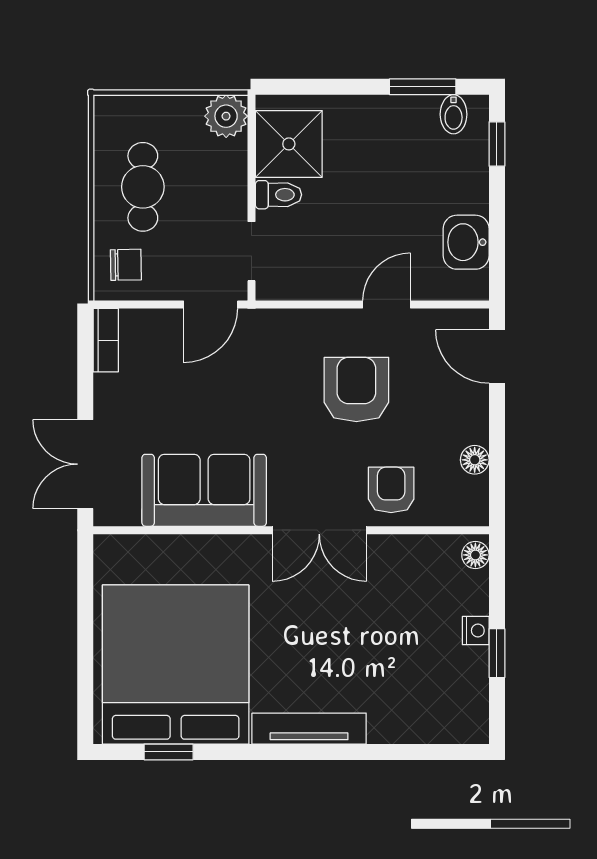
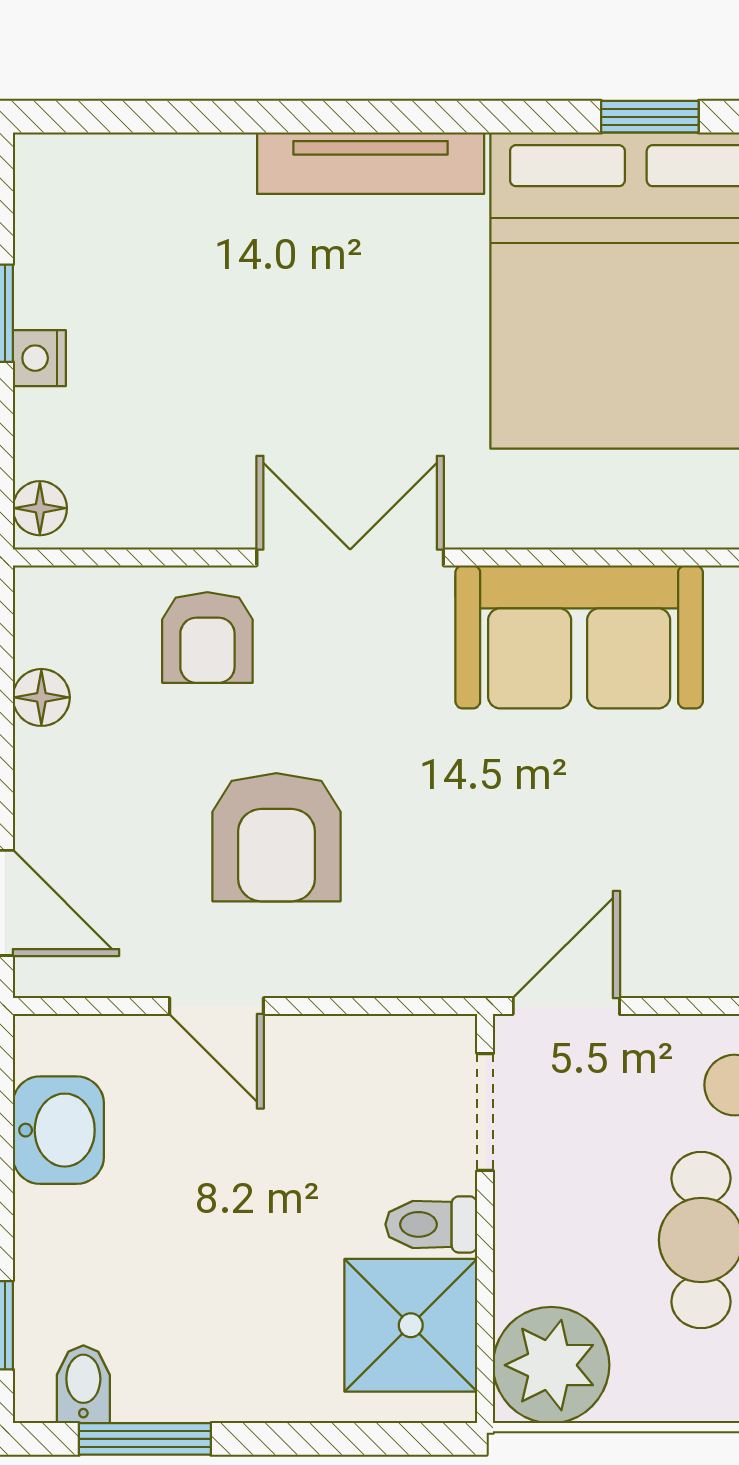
plant: (226, 116) -> (551, 1365), width x1.36, depth x1.36
door: (387, 305) -> (217, 1006), hinge flipped

